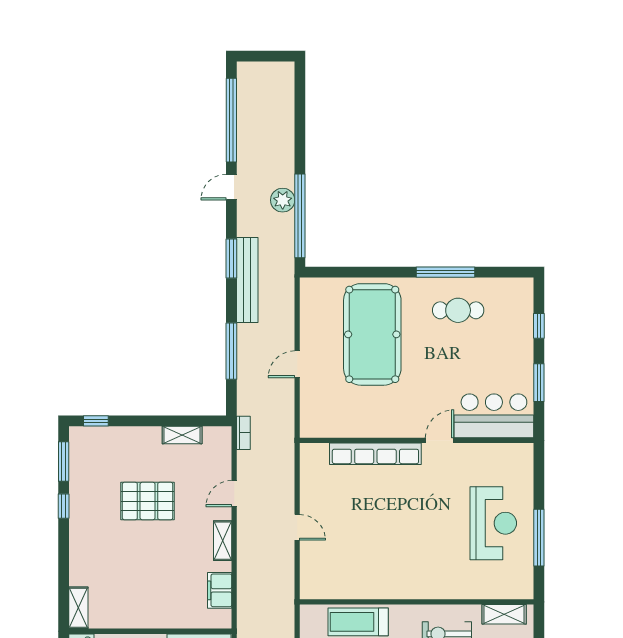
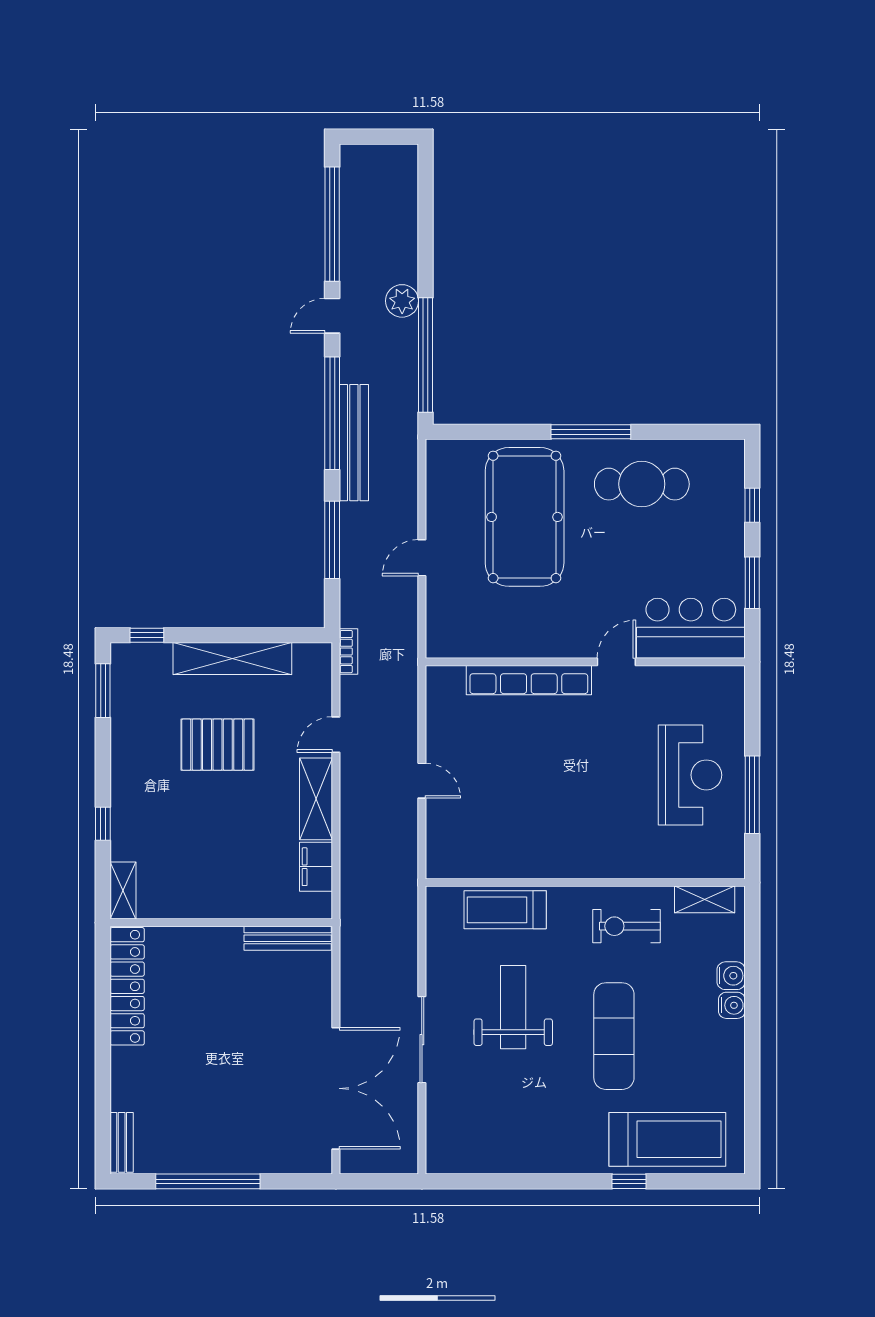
plant: (283, 200) -> (402, 301), moved
window: (231, 258) -> (332, 413), width x2.11
window: (445, 272) -> (591, 432), moved
cafe table: (458, 310) -> (642, 484), width x1.37, depth x1.35
shelving: (182, 435) -> (232, 659), width x2.20, depth x1.33
window: (64, 506) -> (103, 824), moved
shelving: (223, 541) -> (316, 799), width x1.50, depth x1.33

